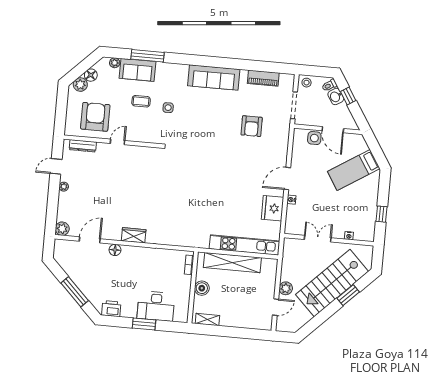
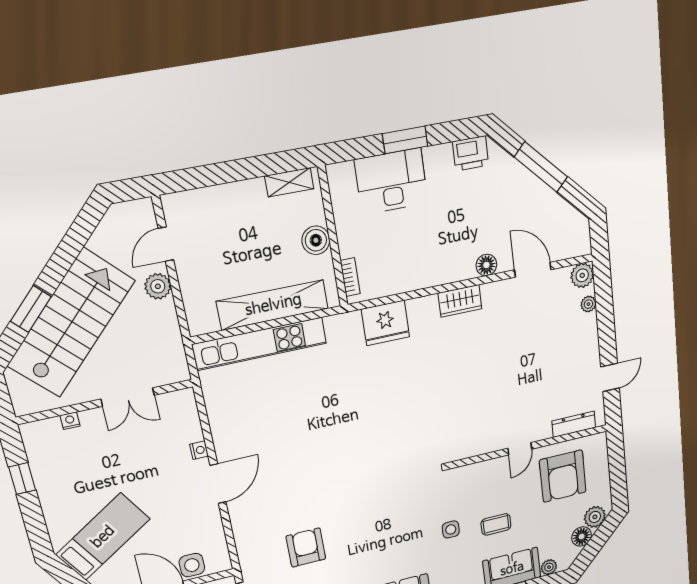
plant: (64, 187) -> (588, 304), moved
fridge: (273, 208) -> (385, 323), moved, turned 90
door: (90, 240) -> (533, 270), swing flipped

